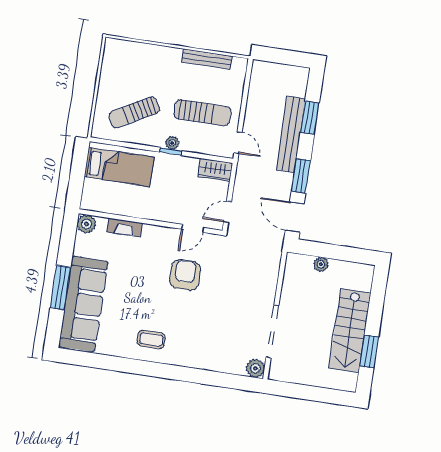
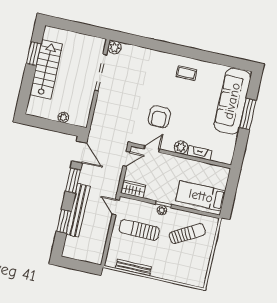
plant: (86, 224) -> (181, 147), moved

